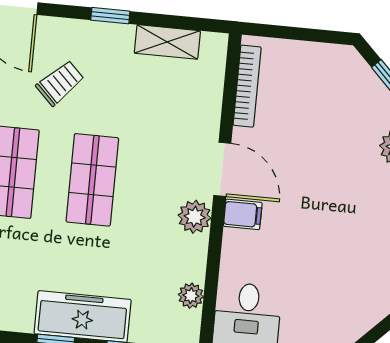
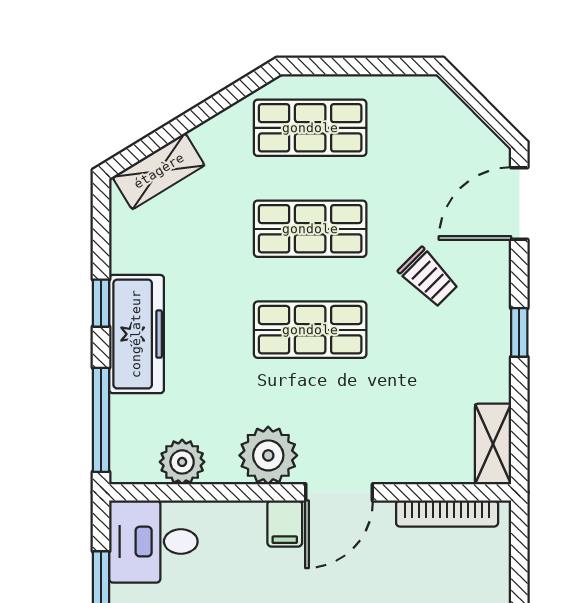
shelving: (167, 42) -> (493, 444), moved
plant: (195, 217) -> (268, 455), width x1.36, depth x1.36
plant: (191, 296) -> (182, 462), width x1.38, depth x1.38

